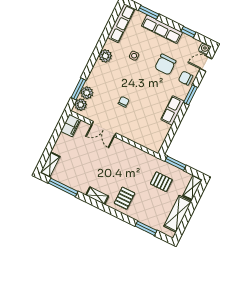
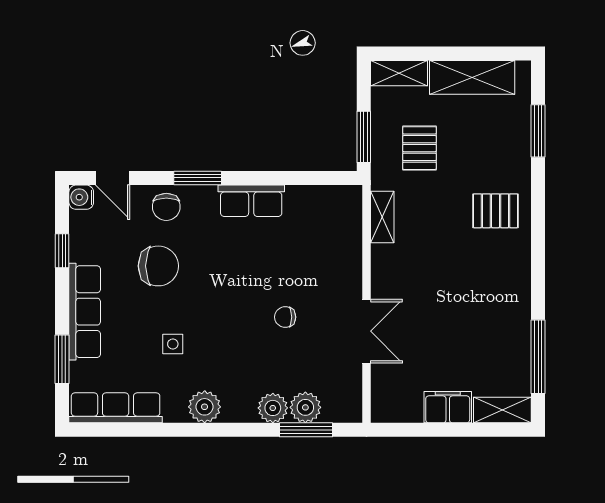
plant: (81, 105) -> (273, 408), moved
filing cabinet: (71, 125) -> (448, 407), moved
shelving: (97, 196) -> (382, 217), moved

